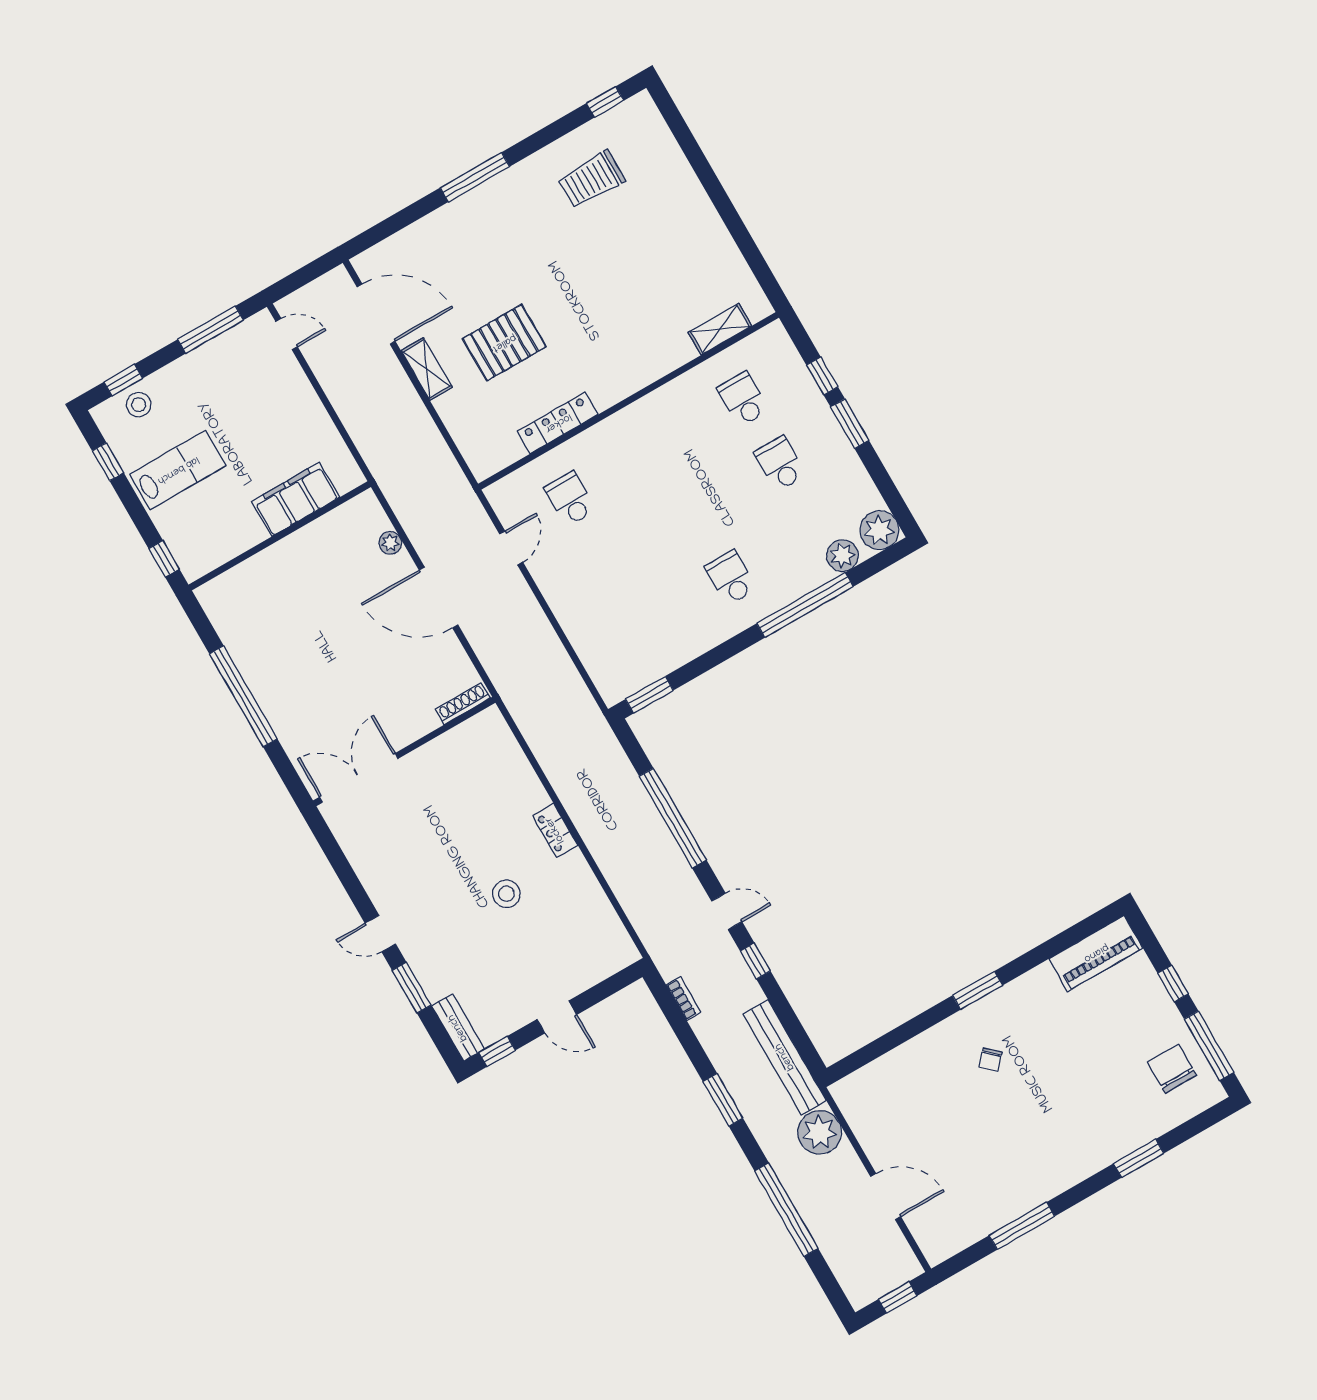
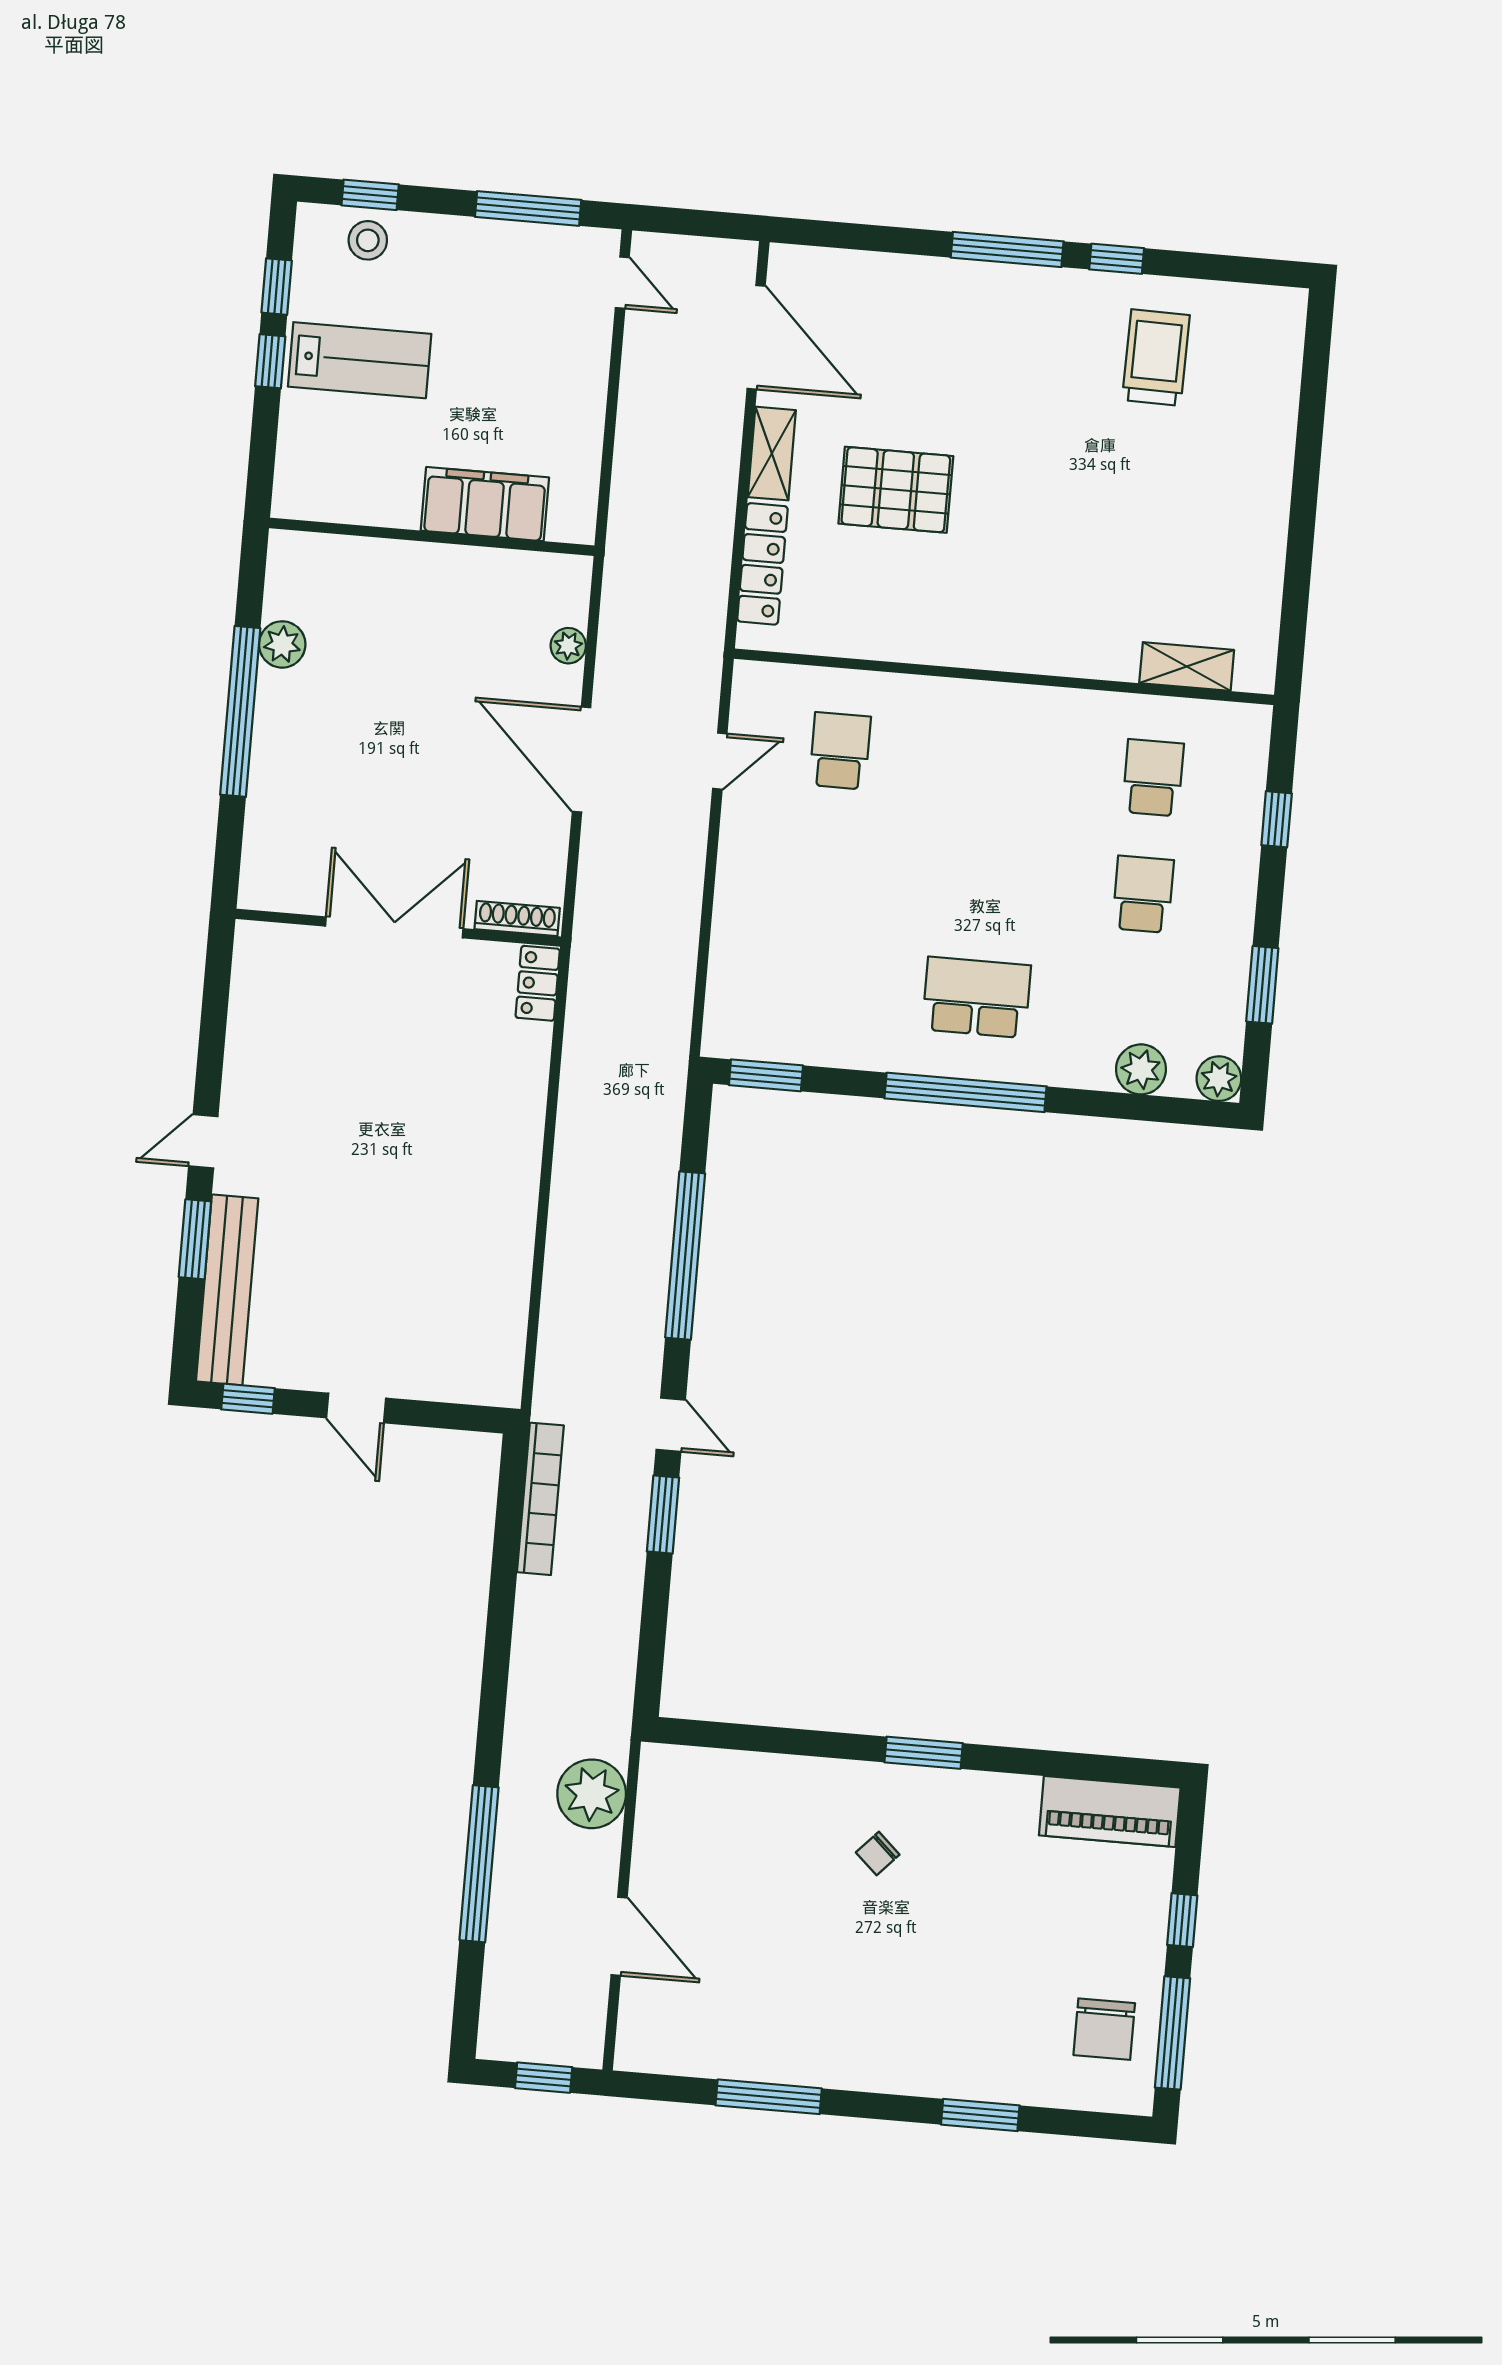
window: (605, 102) -> (1117, 259), moved
trolley: (592, 179) -> (1156, 358), turned 91
locker: (558, 423) -> (762, 564), moved, turned 90
window: (850, 424) -> (1262, 985), moved
plant: (879, 530) -> (1219, 1079), width x0.73, depth x0.73
window: (164, 559) -> (270, 361), moved
school desk: (731, 578) -> (977, 997), width x1.85
window: (805, 605) -> (966, 1092), moved
plant: (241, 646) -> (282, 644), added
double door: (359, 778) -> (394, 927), moved
locker: (555, 830) -> (538, 983), moved
stool: (506, 894) -> (402, 1203), removed
door: (380, 934) -> (203, 1141), hinge flipped
window: (755, 961) -> (663, 1514), width x1.50
bookcase: (683, 999) -> (540, 1499), width x2.31, depth x1.31
bench: (458, 1028) -> (227, 1290), width x1.86, depth x1.21
bench: (785, 1057) -> (614, 1665), removed
chair: (1172, 1069) -> (1104, 2029), turned 180
window: (723, 1100) -> (496, 1665), removed

